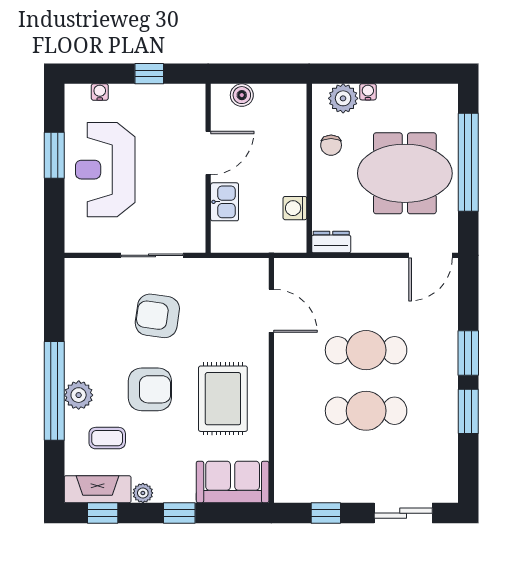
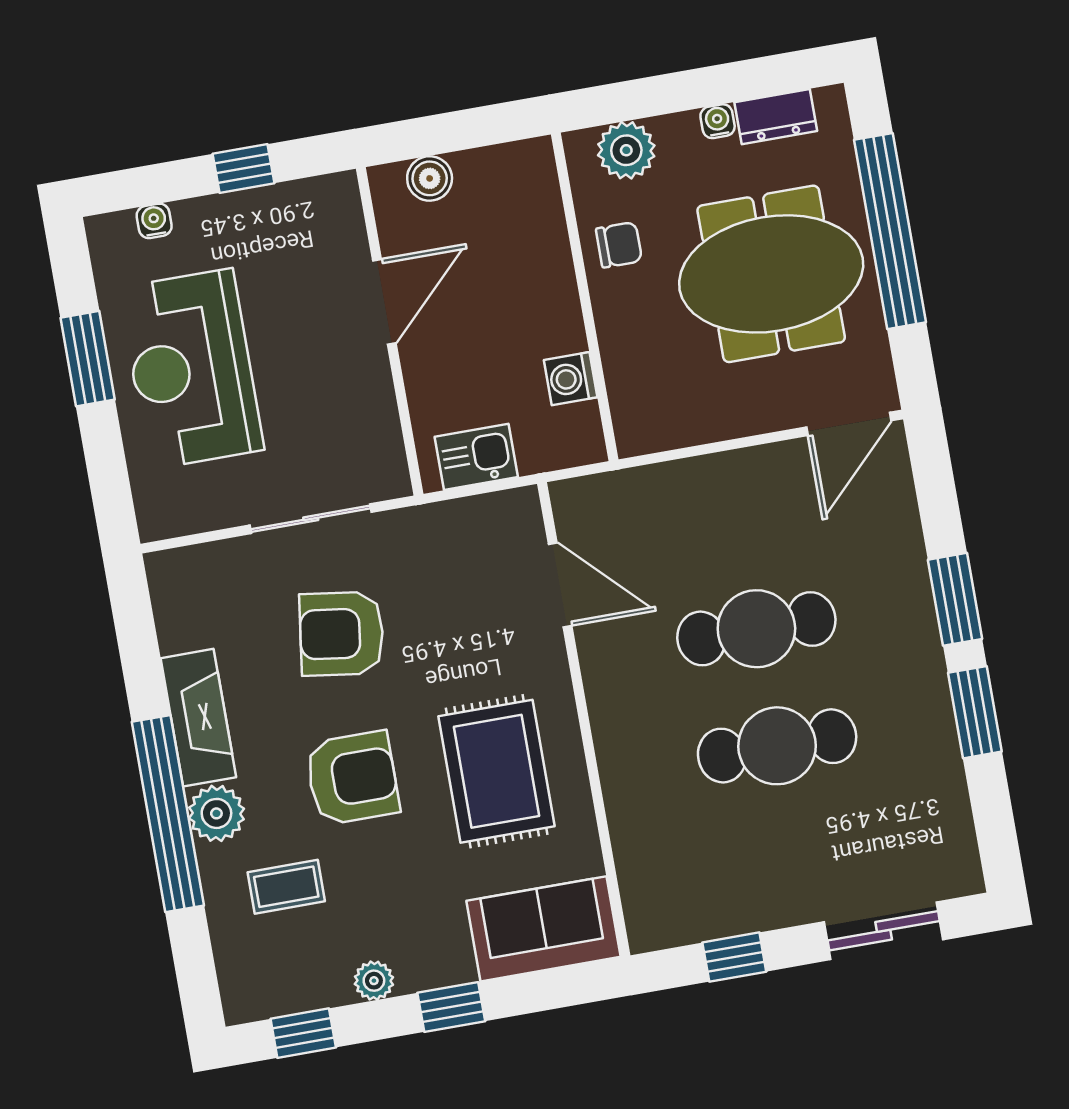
water cooler: (368, 92) -> (718, 121), moved
chair: (331, 145) -> (619, 245), turned -90
kitchen sink: (225, 202) -> (476, 457), moved, turned -90
dresser: (331, 242) -> (776, 117), moved, turned 180
fireplace: (98, 489) -> (198, 718), moved, turned 90

